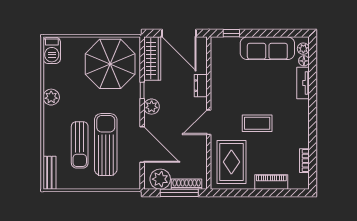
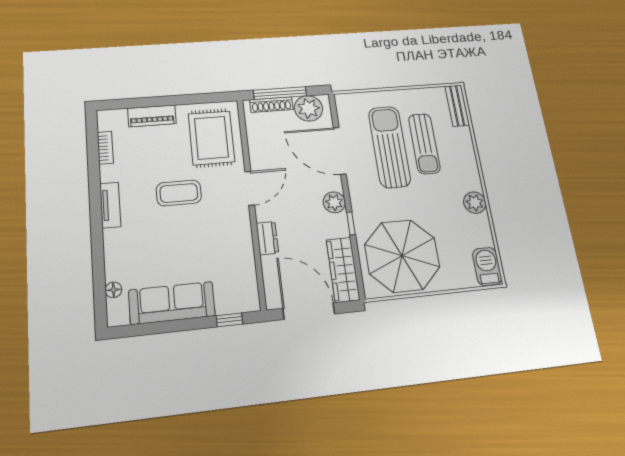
plant: (303, 49) -> (115, 308), removed
tv unit: (303, 83) -> (110, 205), moved
sun lounger: (80, 145) -> (424, 144), turned 180
sun lounger: (106, 145) -> (389, 147), turned 180

